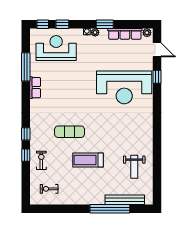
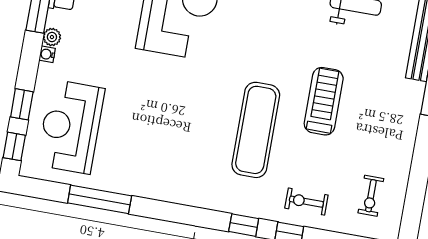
row of seats: (35, 88) -> (148, 187), removed
exercise mat: (70, 132) -> (256, 130), width x1.36, depth x1.45
treadmill: (88, 160) -> (324, 101), turned 180

